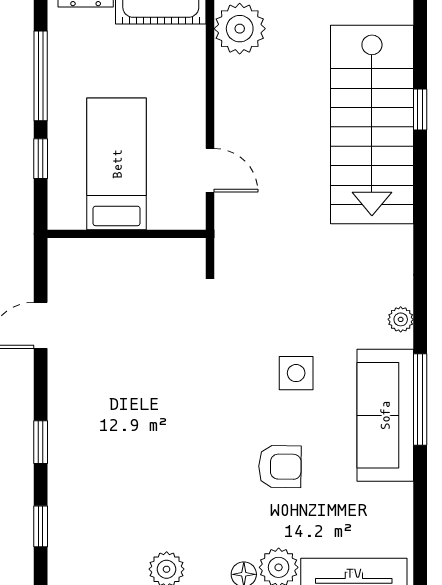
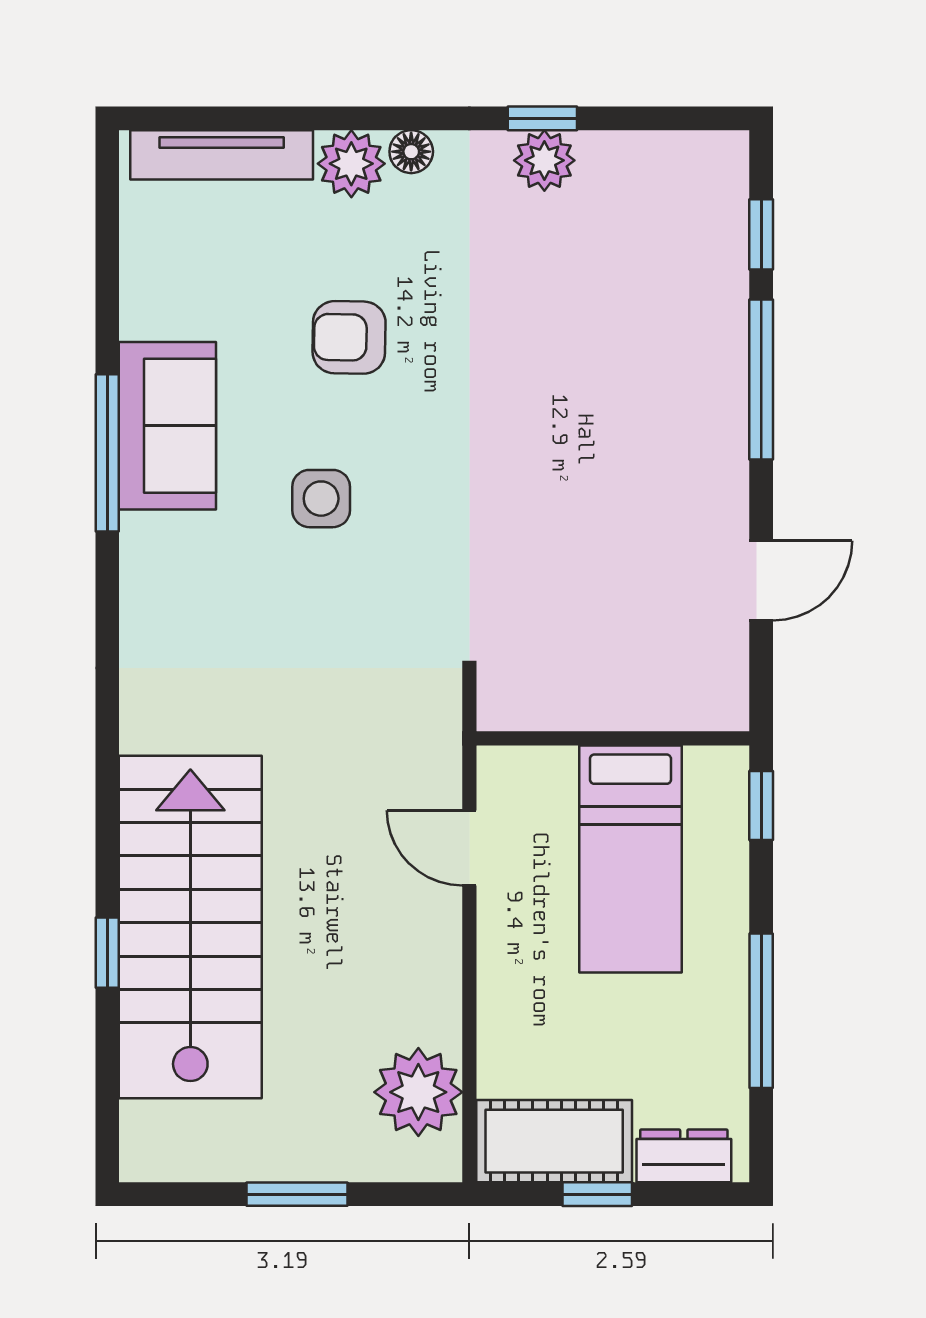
window: (41, 159) -> (761, 805), moved
plant: (401, 319) -> (141, 591), removed
sofa: (385, 415) -> (167, 426), width x0.73
window: (41, 442) -> (761, 379), width x2.17

